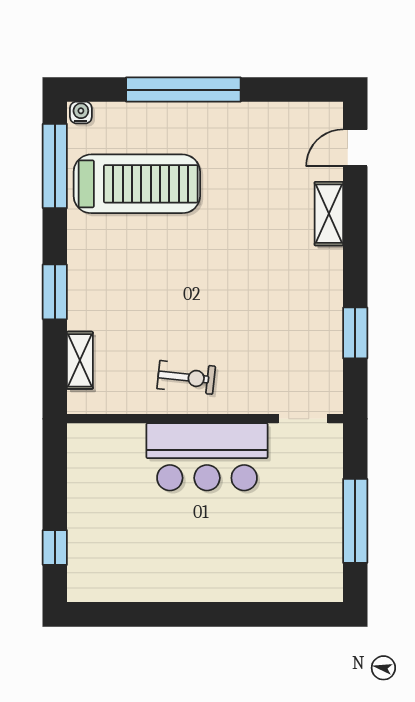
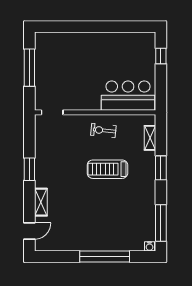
treadmill: (137, 184) -> (107, 169), moved, width x0.73, depth x0.73
window: (355, 333) -> (29, 169), moved
bar counter: (207, 457) -> (128, 96), moved

